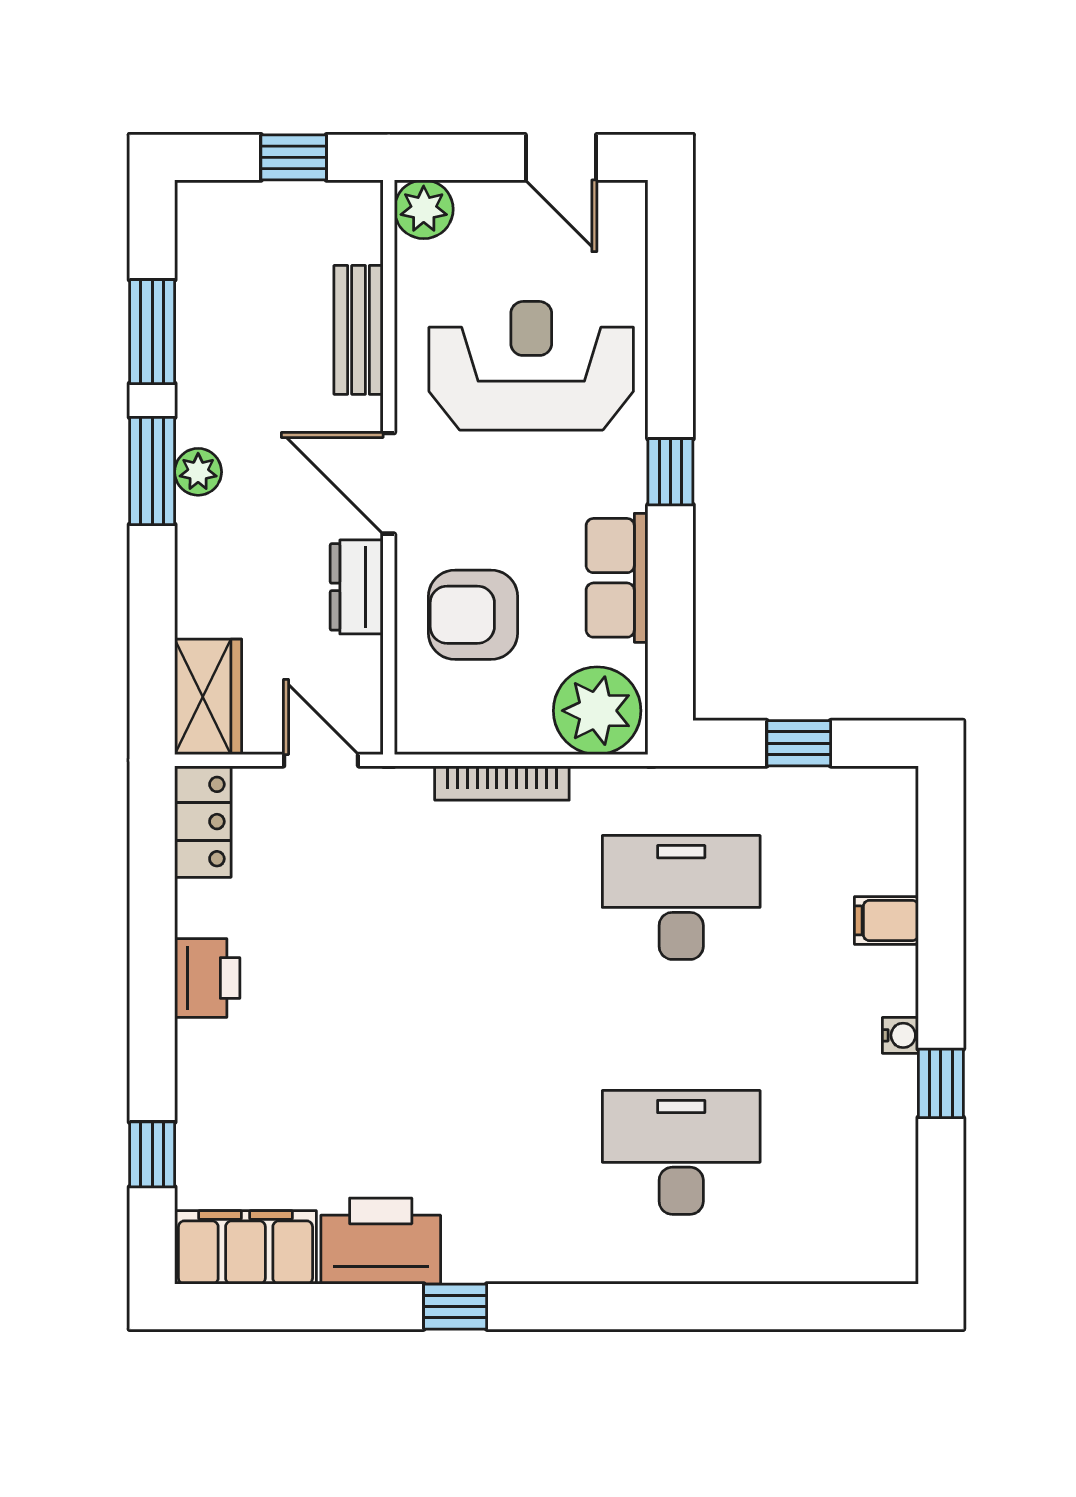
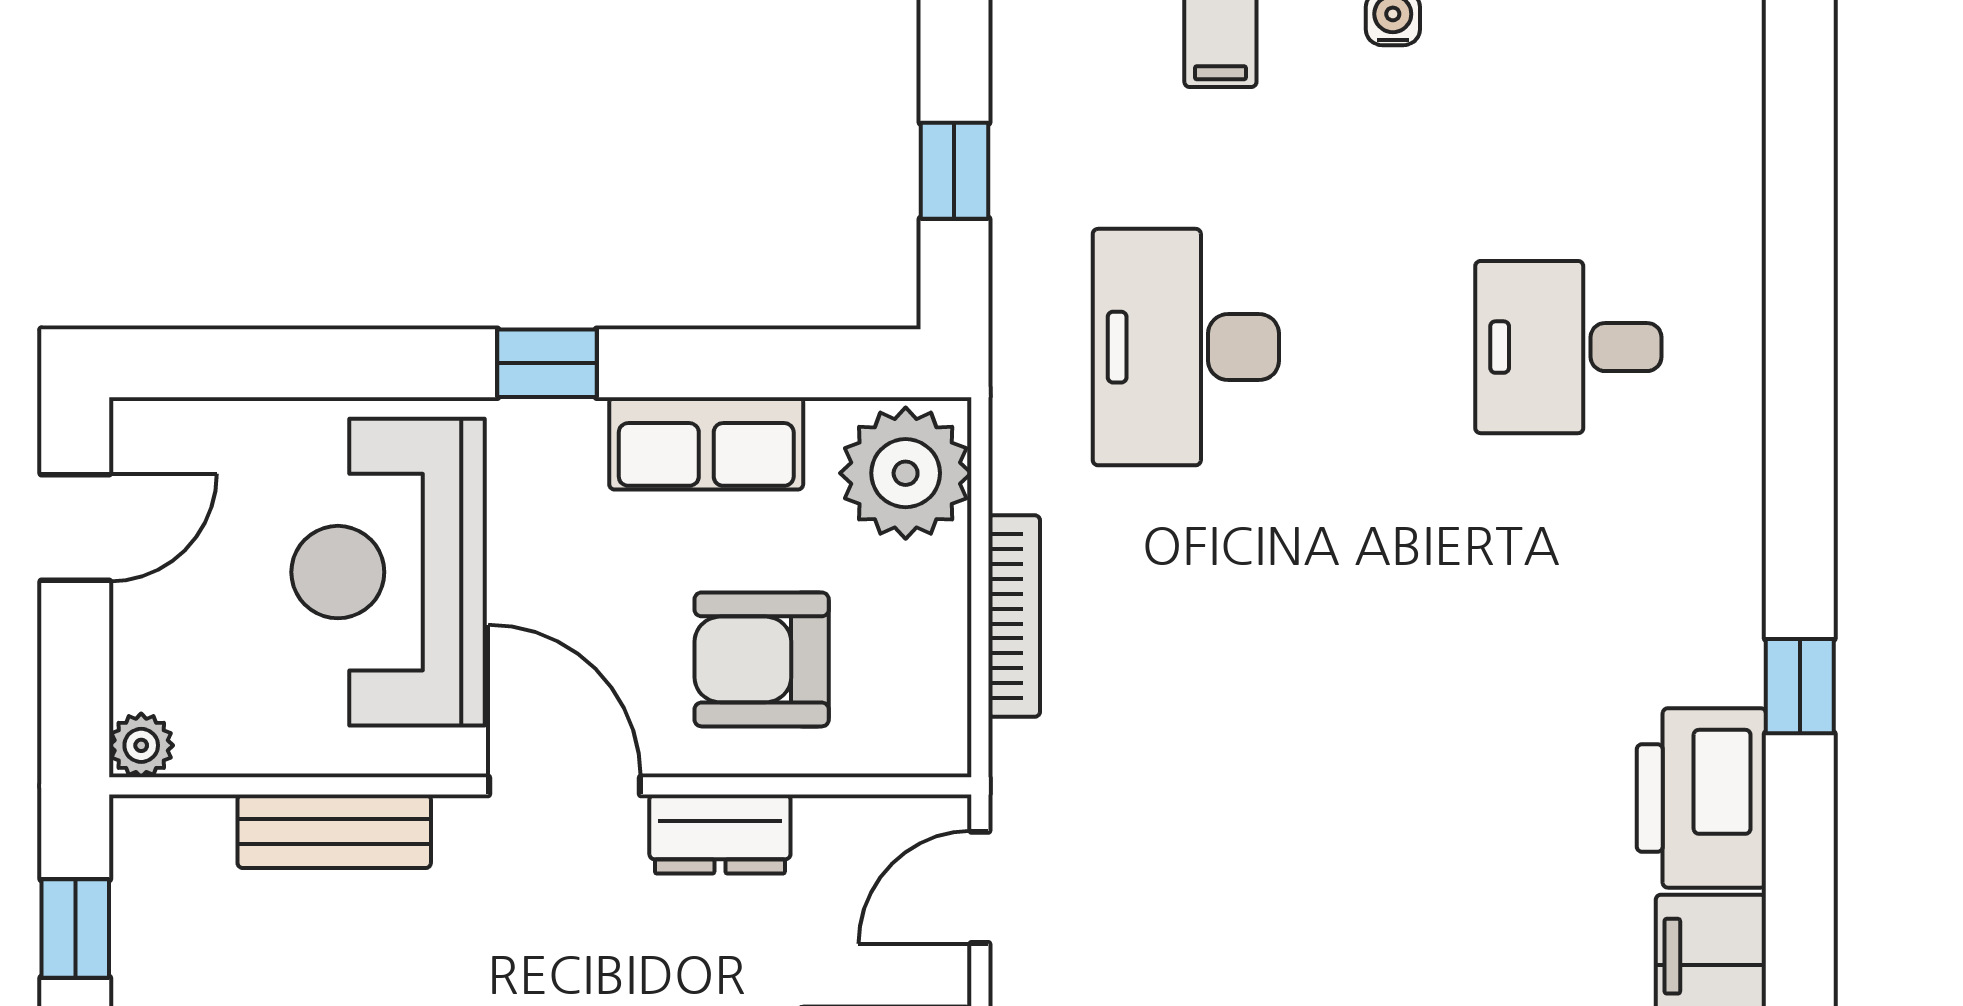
plant: (424, 209) -> (141, 745), width x0.73, depth x0.73
door: (389, 483) -> (564, 786), swing flipped
armchair: (473, 615) -> (762, 659), turned 90
desk: (681, 1152) -> (1568, 347), width x0.73

